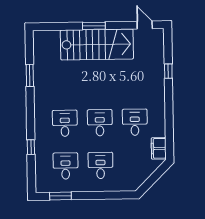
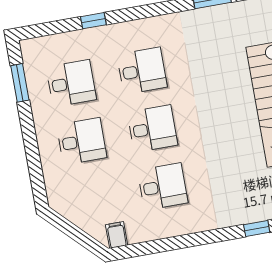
filing cabinet: (159, 148) -> (117, 235), width x0.50

